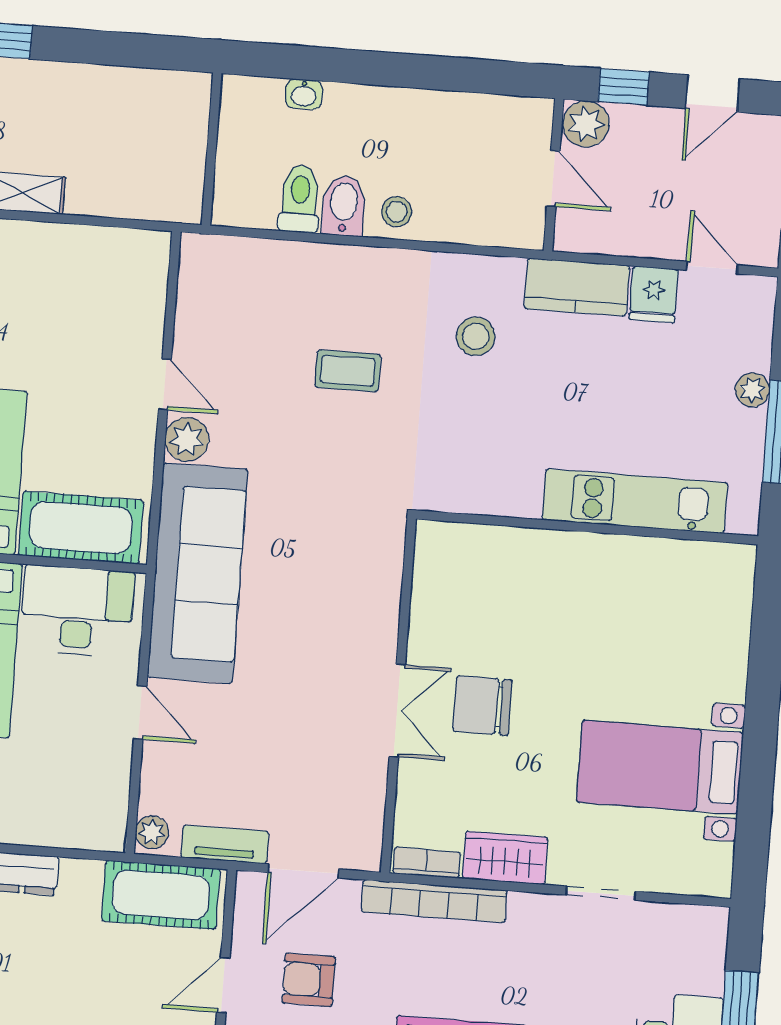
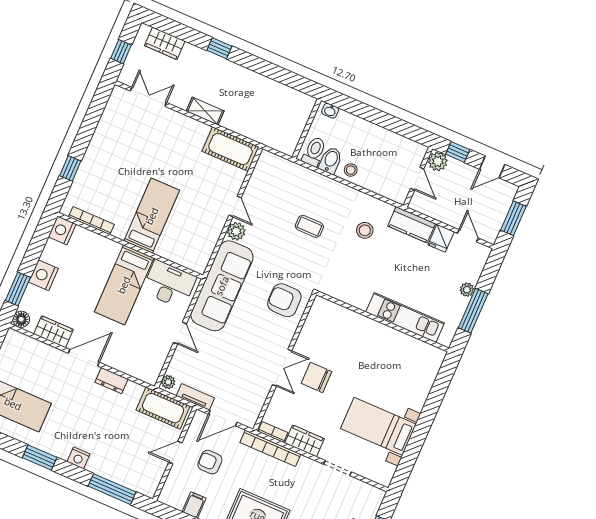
wall: (212, 149) -> (307, 129), moved
cot: (81, 528) -> (230, 149), moved
armchair: (349, 557) -> (284, 300), added

